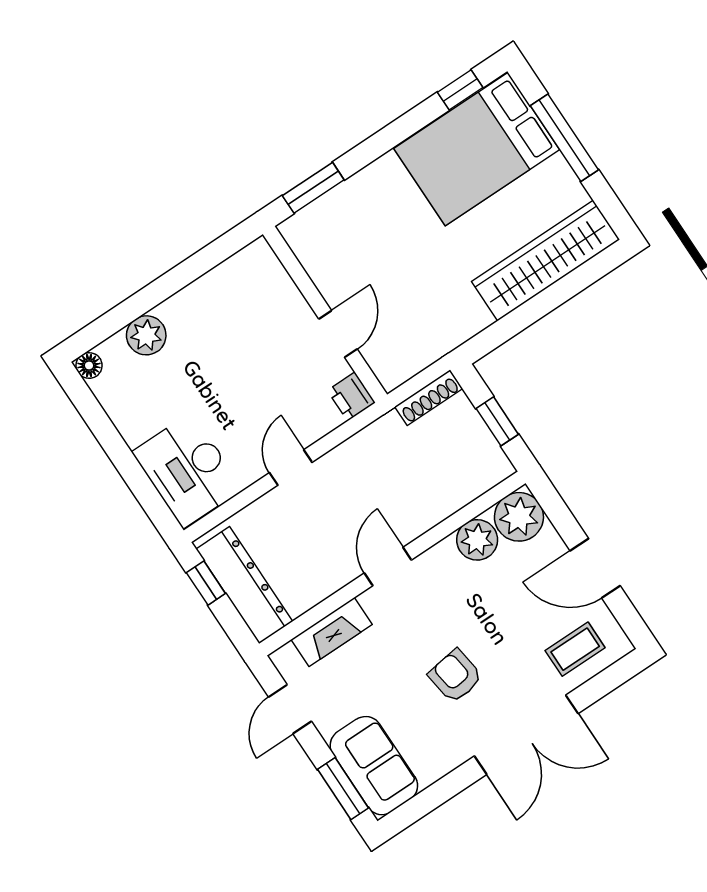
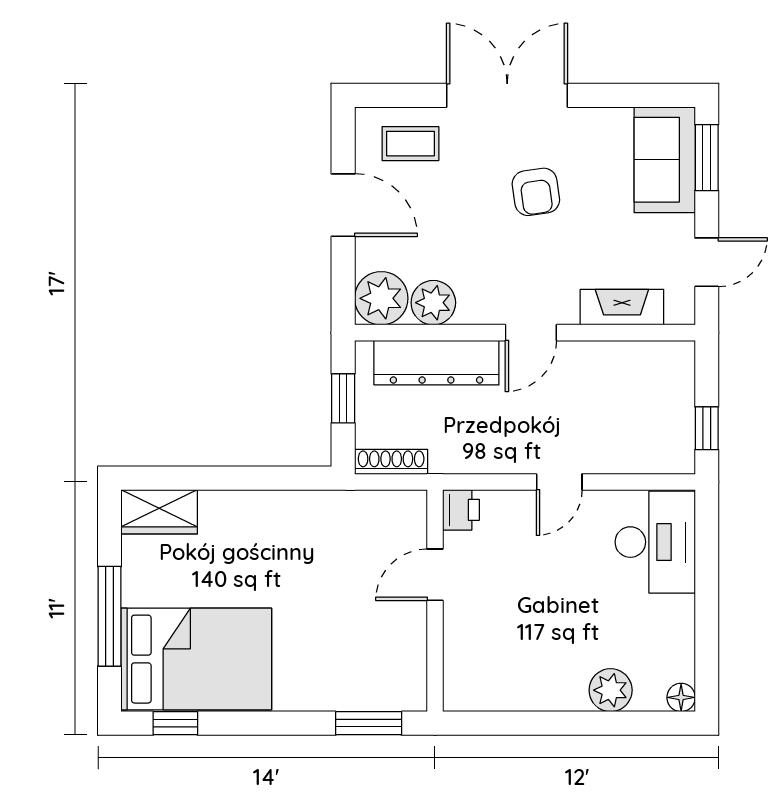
wardrobe: (545, 261) -> (159, 512), width x0.48, depth x0.85
dresser: (244, 585) -> (436, 363), moved, turned -90

